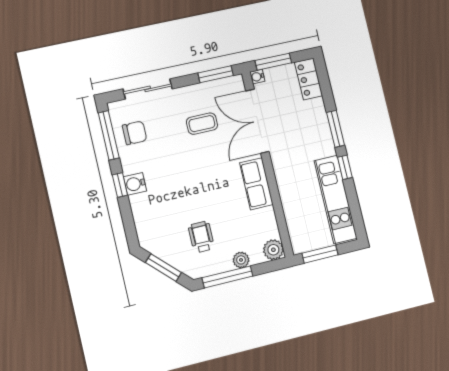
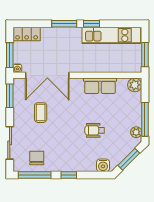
water cooler: (135, 184) -> (103, 165), moved
row of seats: (256, 184) -> (100, 86), moved
wheelchair: (201, 237) -> (95, 130), moved
plant: (241, 260) -> (136, 132), moved

